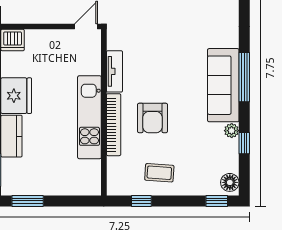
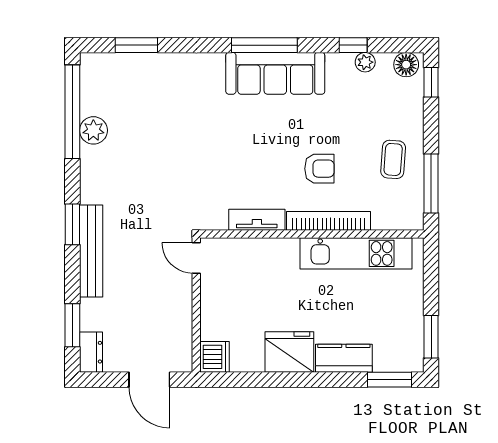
kitchen unit: (89, 117) -> (356, 253), moved
armchair: (153, 118) -> (319, 169), width x0.72, depth x0.72
plant: (232, 131) -> (365, 62), moved
window: (141, 201) -> (431, 184), width x2.17

